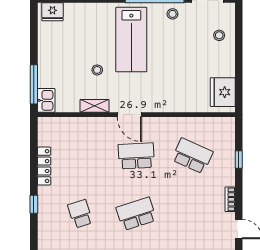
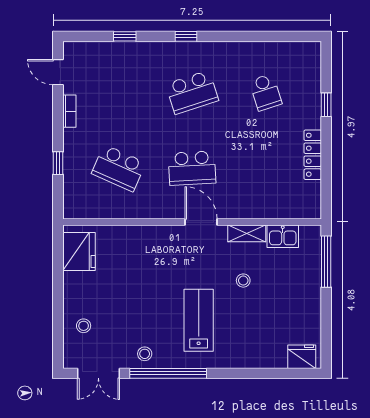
lab bench: (131, 40) -> (199, 320), width x0.73, depth x0.72
kitchen sink: (46, 100) -> (283, 236), moved, turned -90

